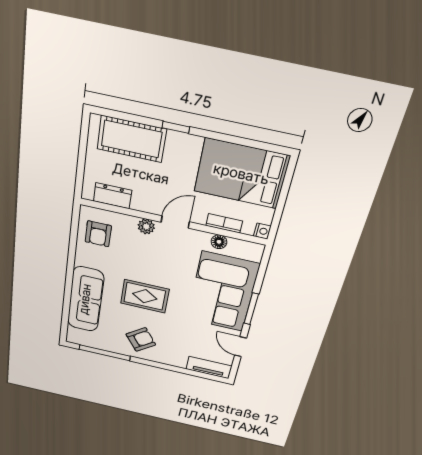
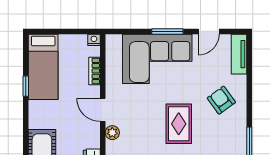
window: (176, 127) -> (26, 86), moved
bed: (241, 174) -> (43, 67), width x0.67
floor lamp: (219, 242) -> (112, 72), removed
armchair: (141, 339) -> (221, 100), moved

